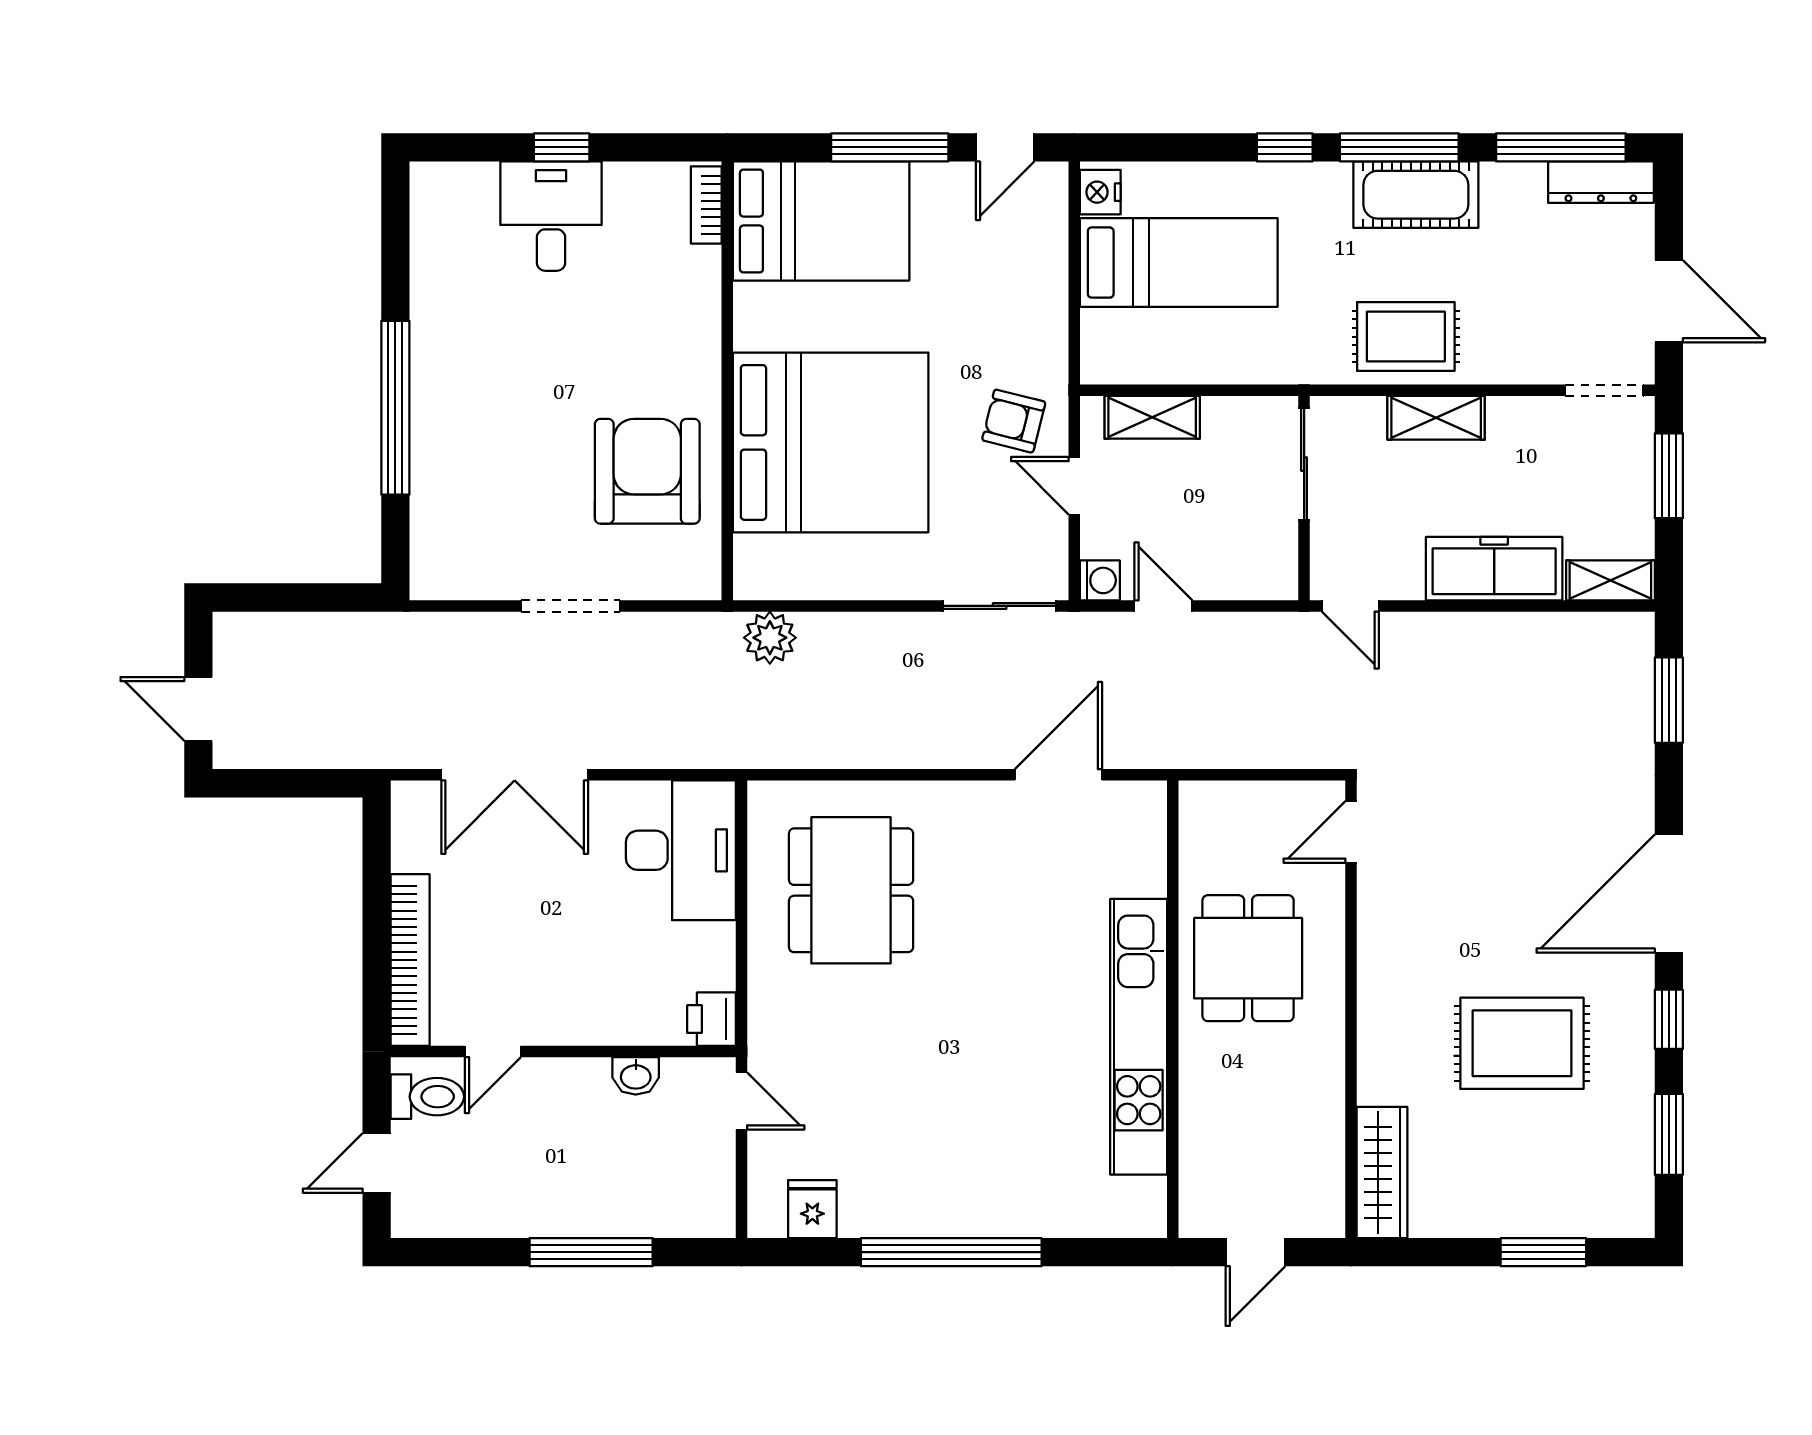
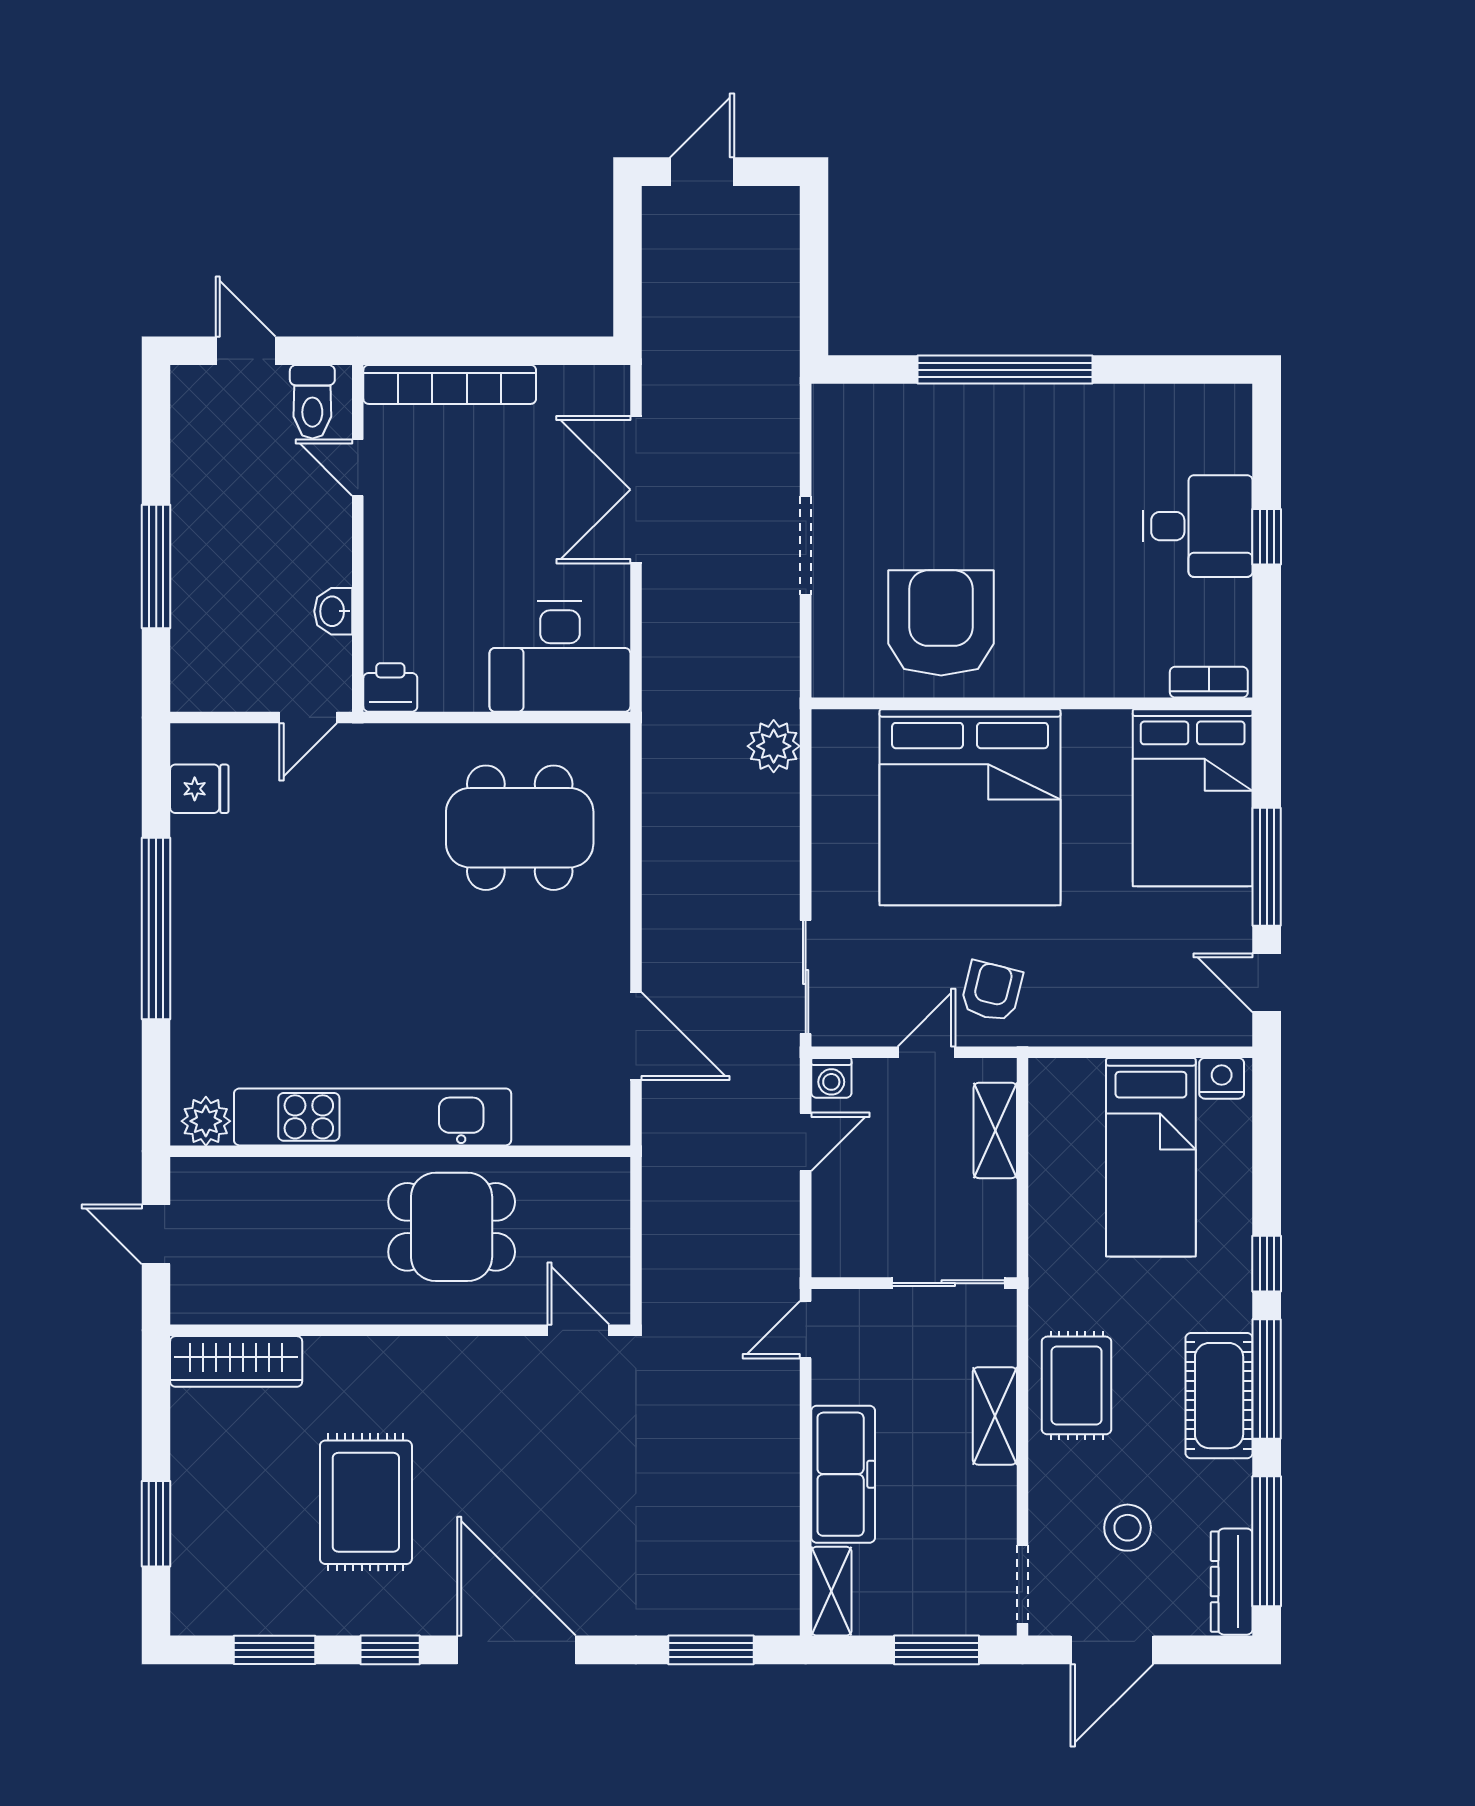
stool: (1547, 286) -> (1128, 1528), added
armchair: (647, 471) -> (941, 623), turned -90
plant: (1143, 1203) -> (206, 1121), added

